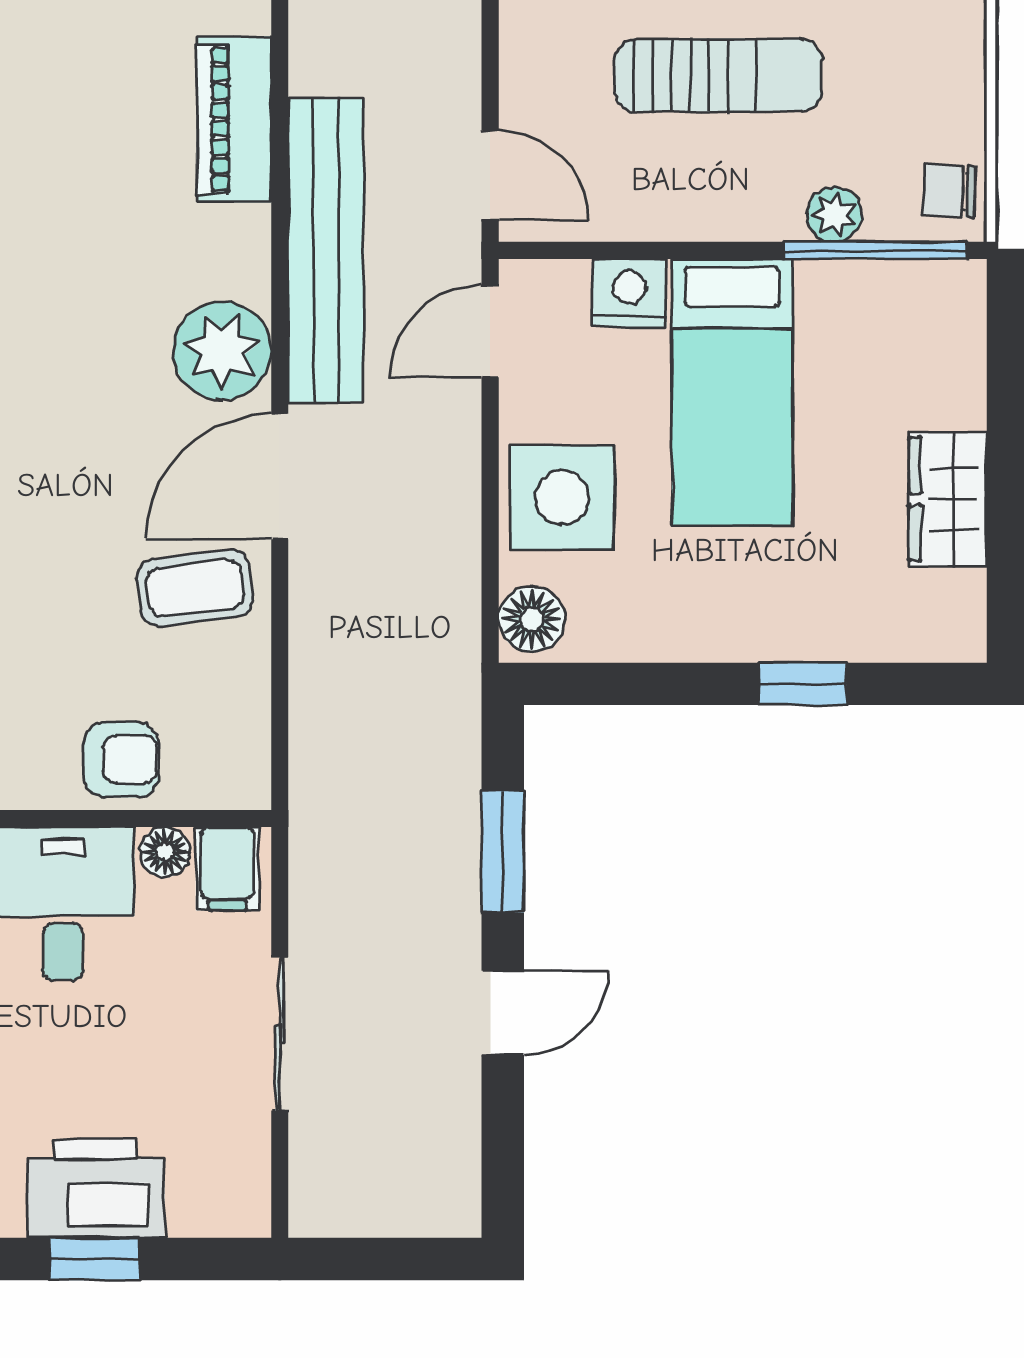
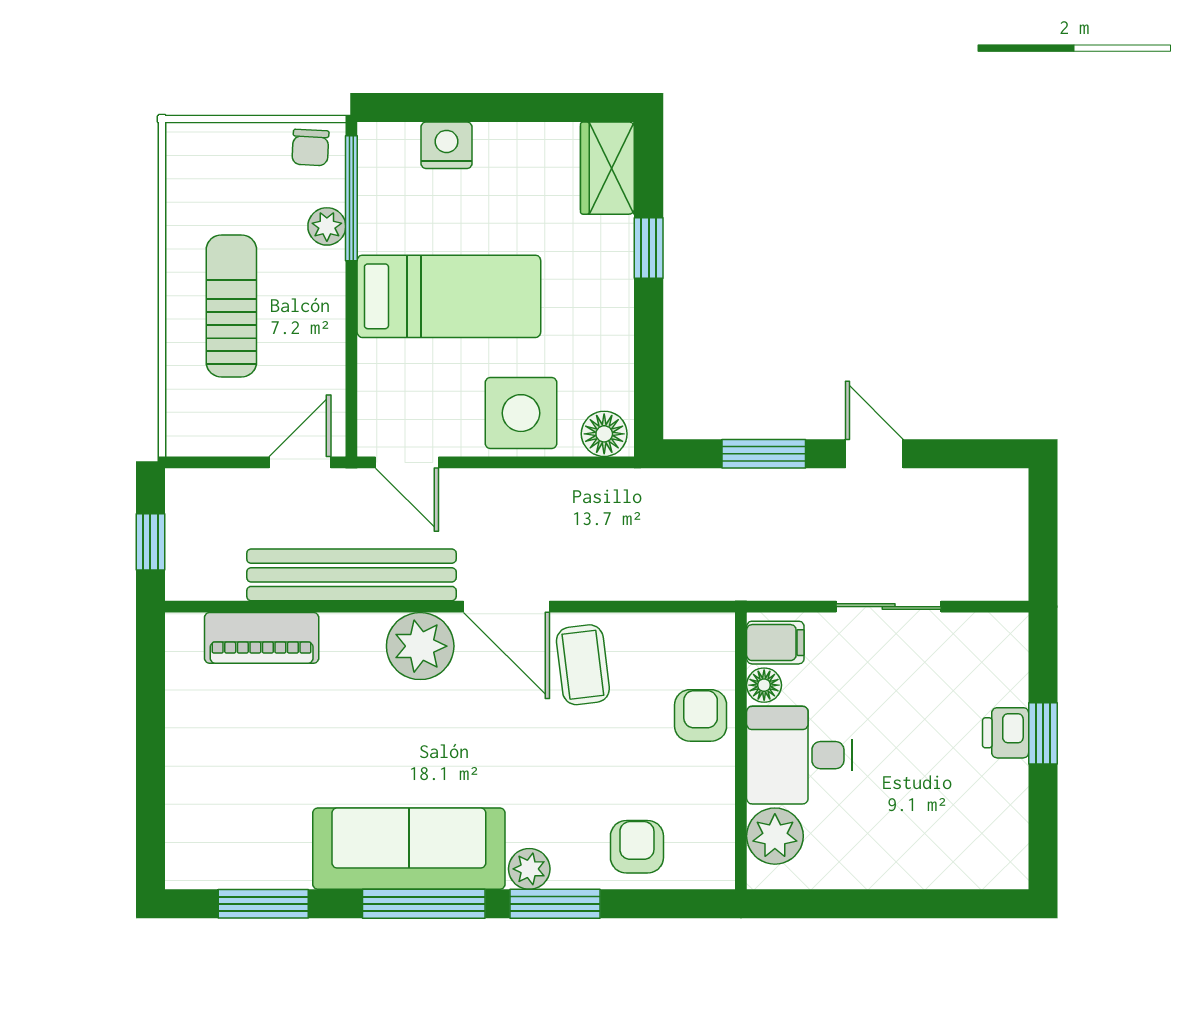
nightstand: (629, 293) -> (447, 145), moved, turned 90
wardrobe: (948, 499) -> (607, 168), moved, turned 90
printer: (96, 1189) -> (1006, 733), width x0.53, depth x0.68

